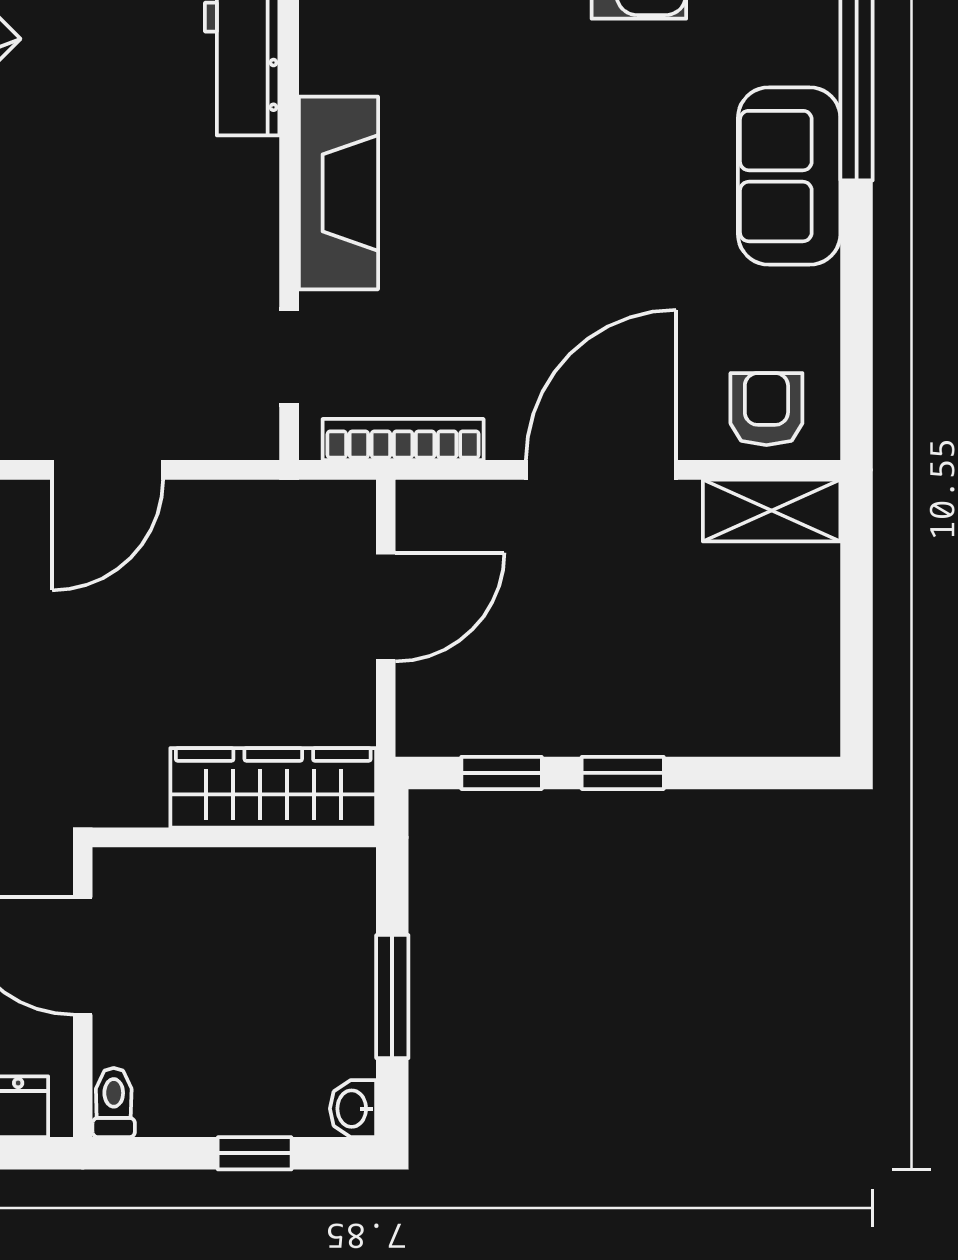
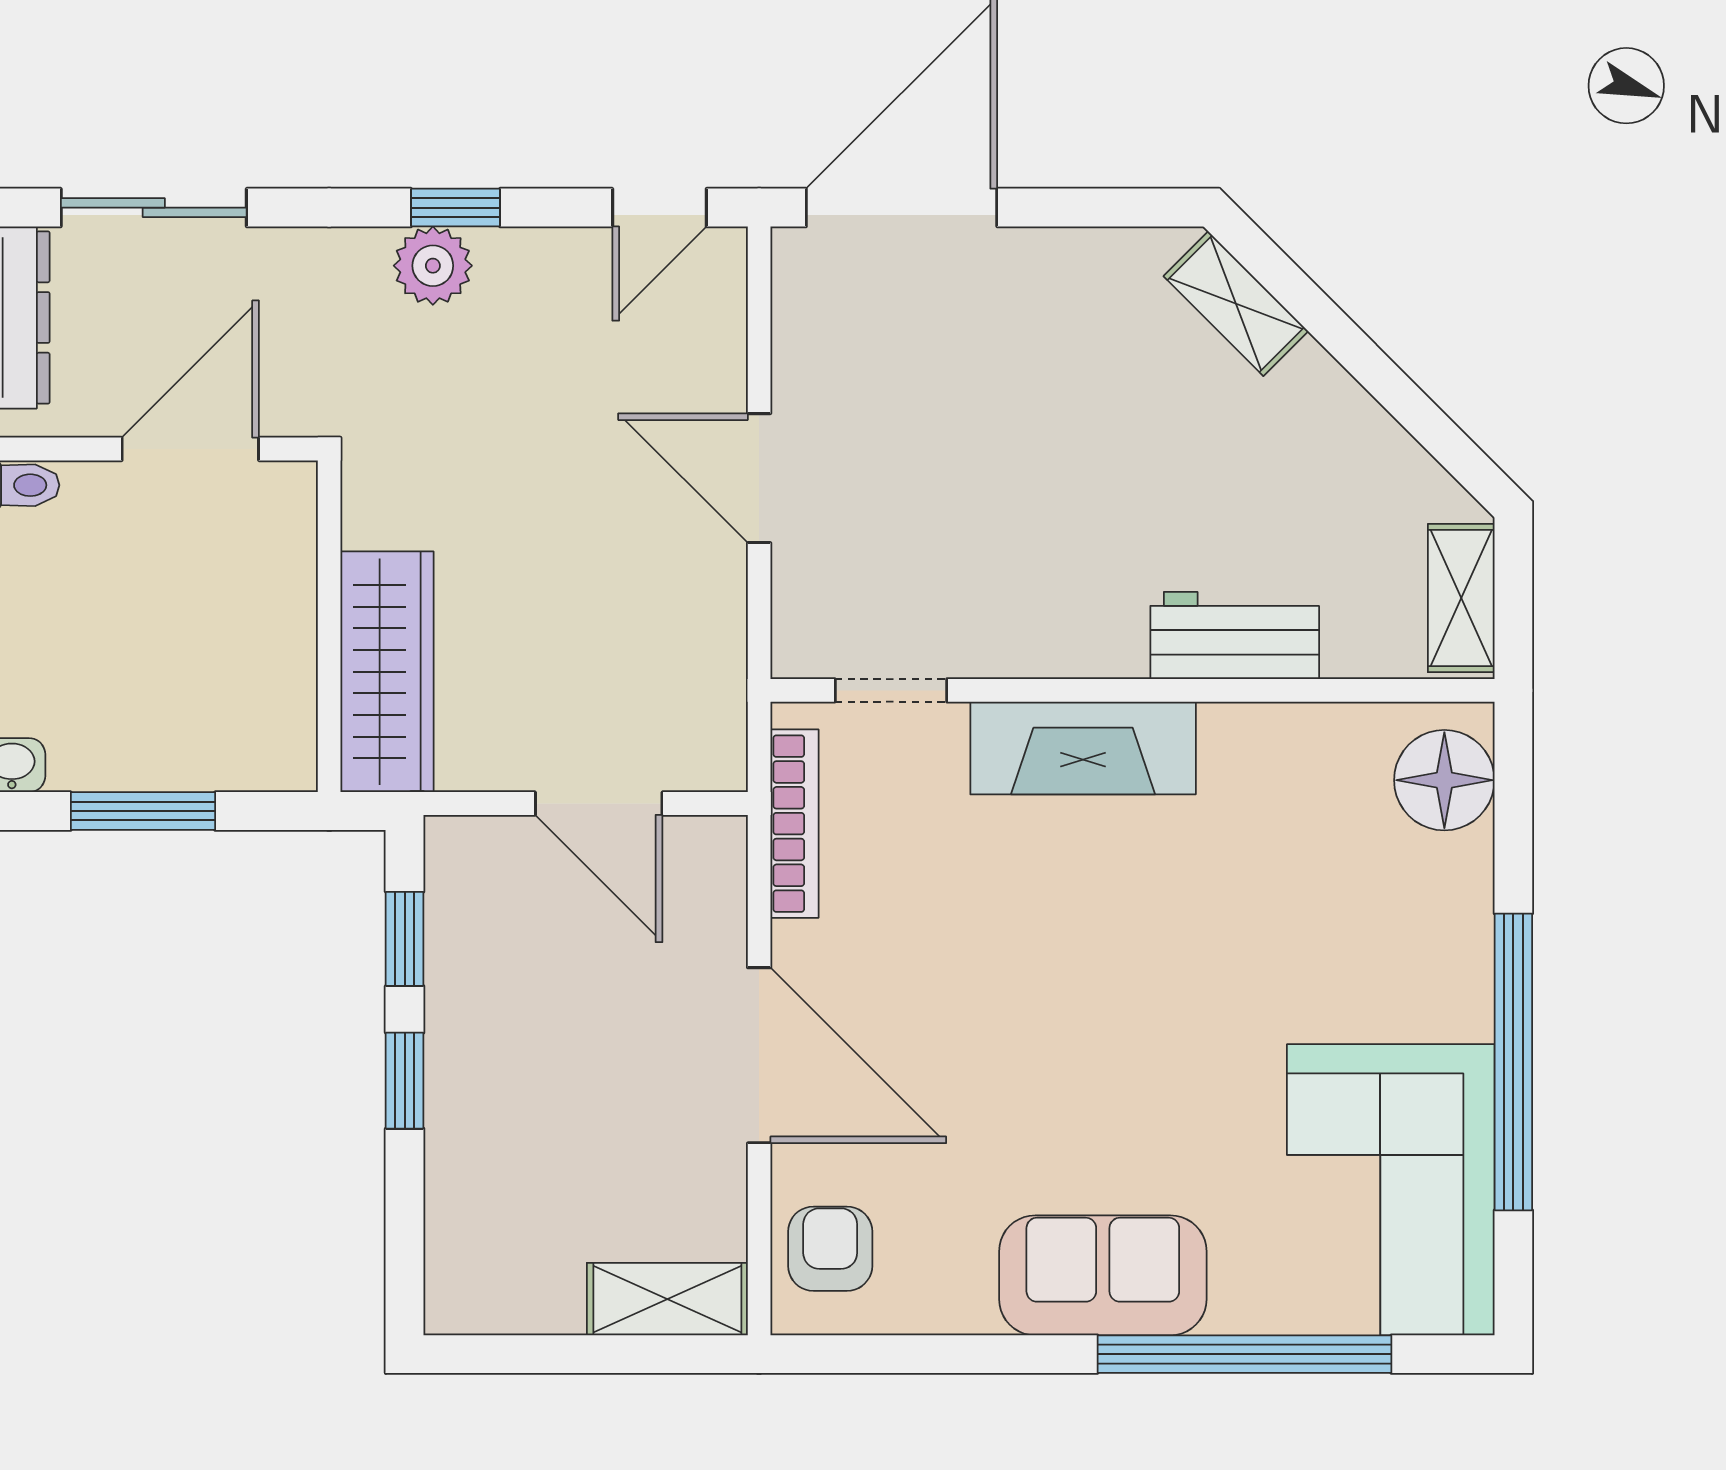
armchair: (766, 409) -> (830, 1249), turned -90
shelving: (772, 510) -> (667, 1299), moved, turned 90

